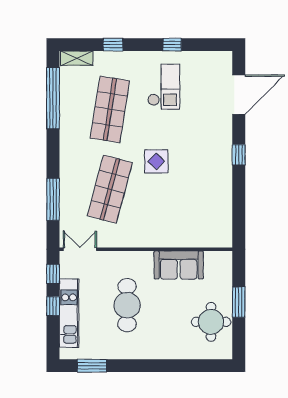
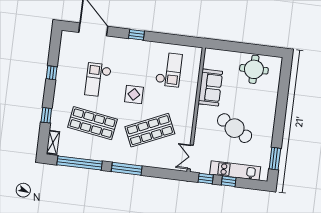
checkout: (164, 87) -> (98, 80), moved, turned -90
shop shelf: (110, 189) -> (150, 130), turned -39
window: (53, 199) -> (127, 169), moved
checkout: (196, 205) -> (169, 70), added
window: (239, 302) -> (242, 48), removed
cafe table: (127, 305) -> (235, 128), turned 30

